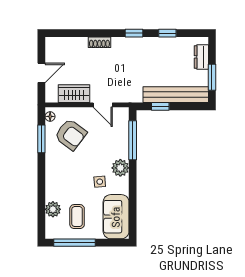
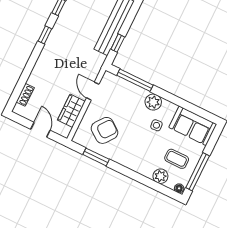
shoe rack: (99, 42) -> (25, 95), moved
door: (103, 105) -> (93, 91), swing flipped
floor lamp: (50, 116) -> (179, 188), moved

